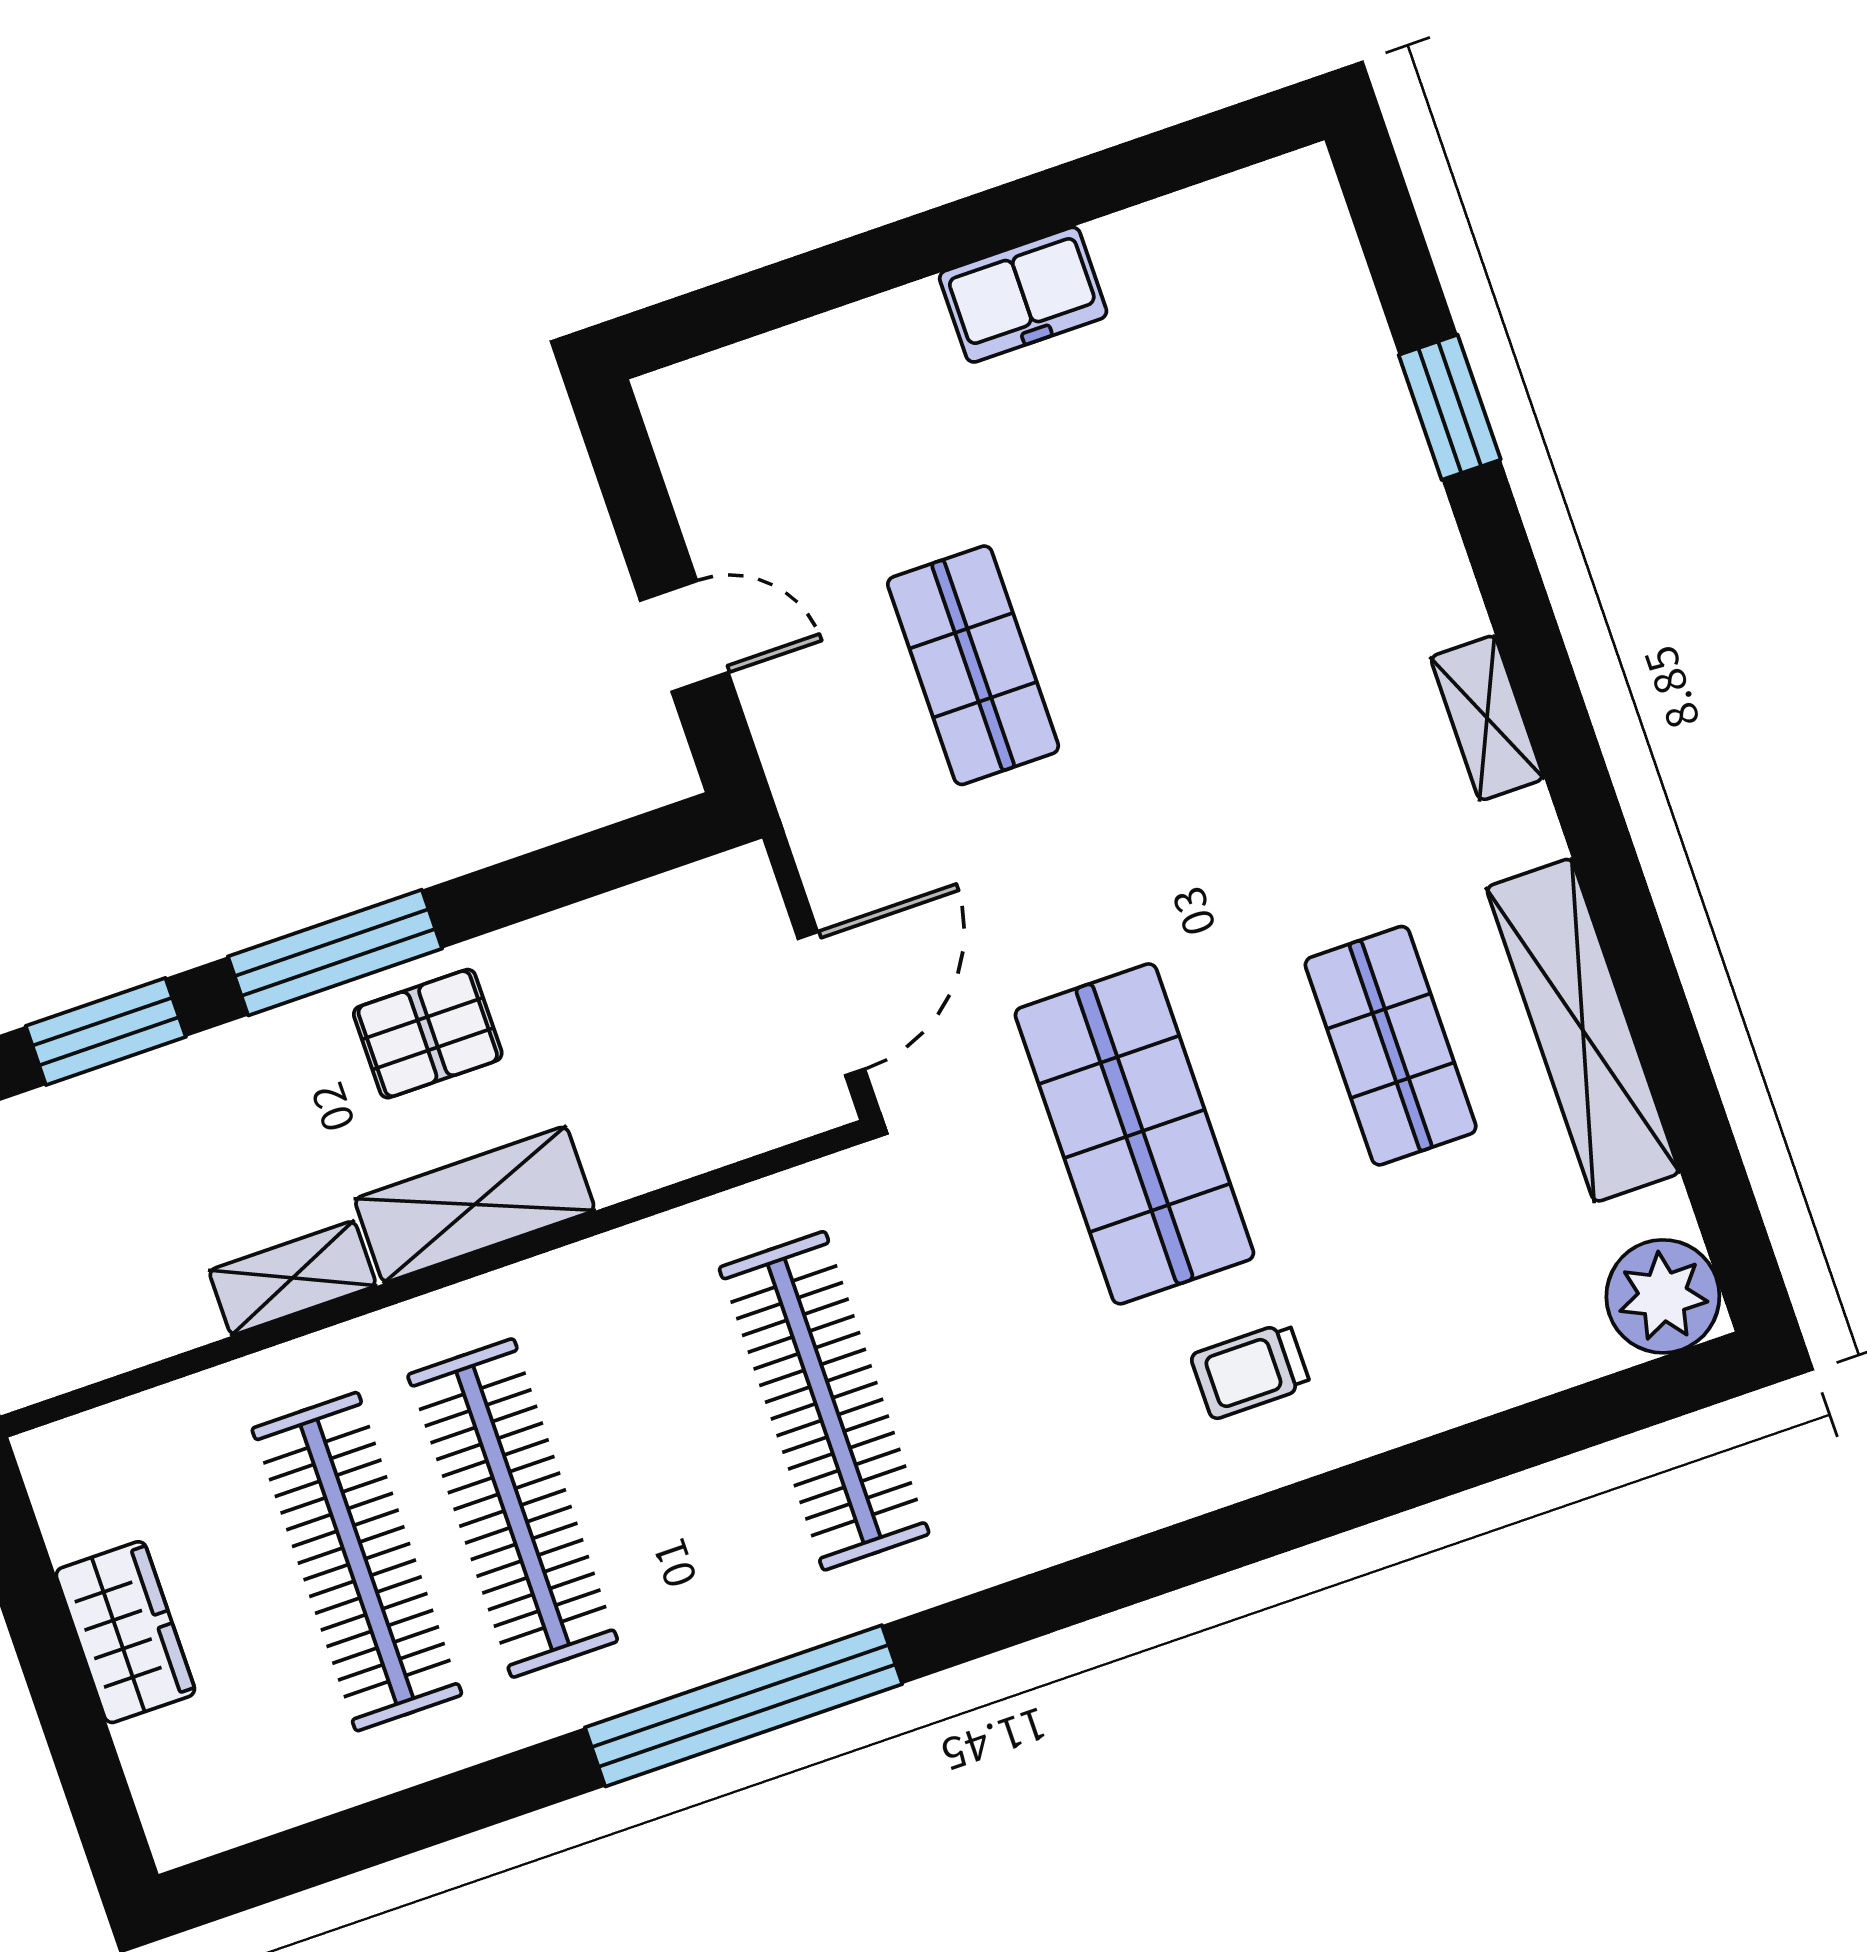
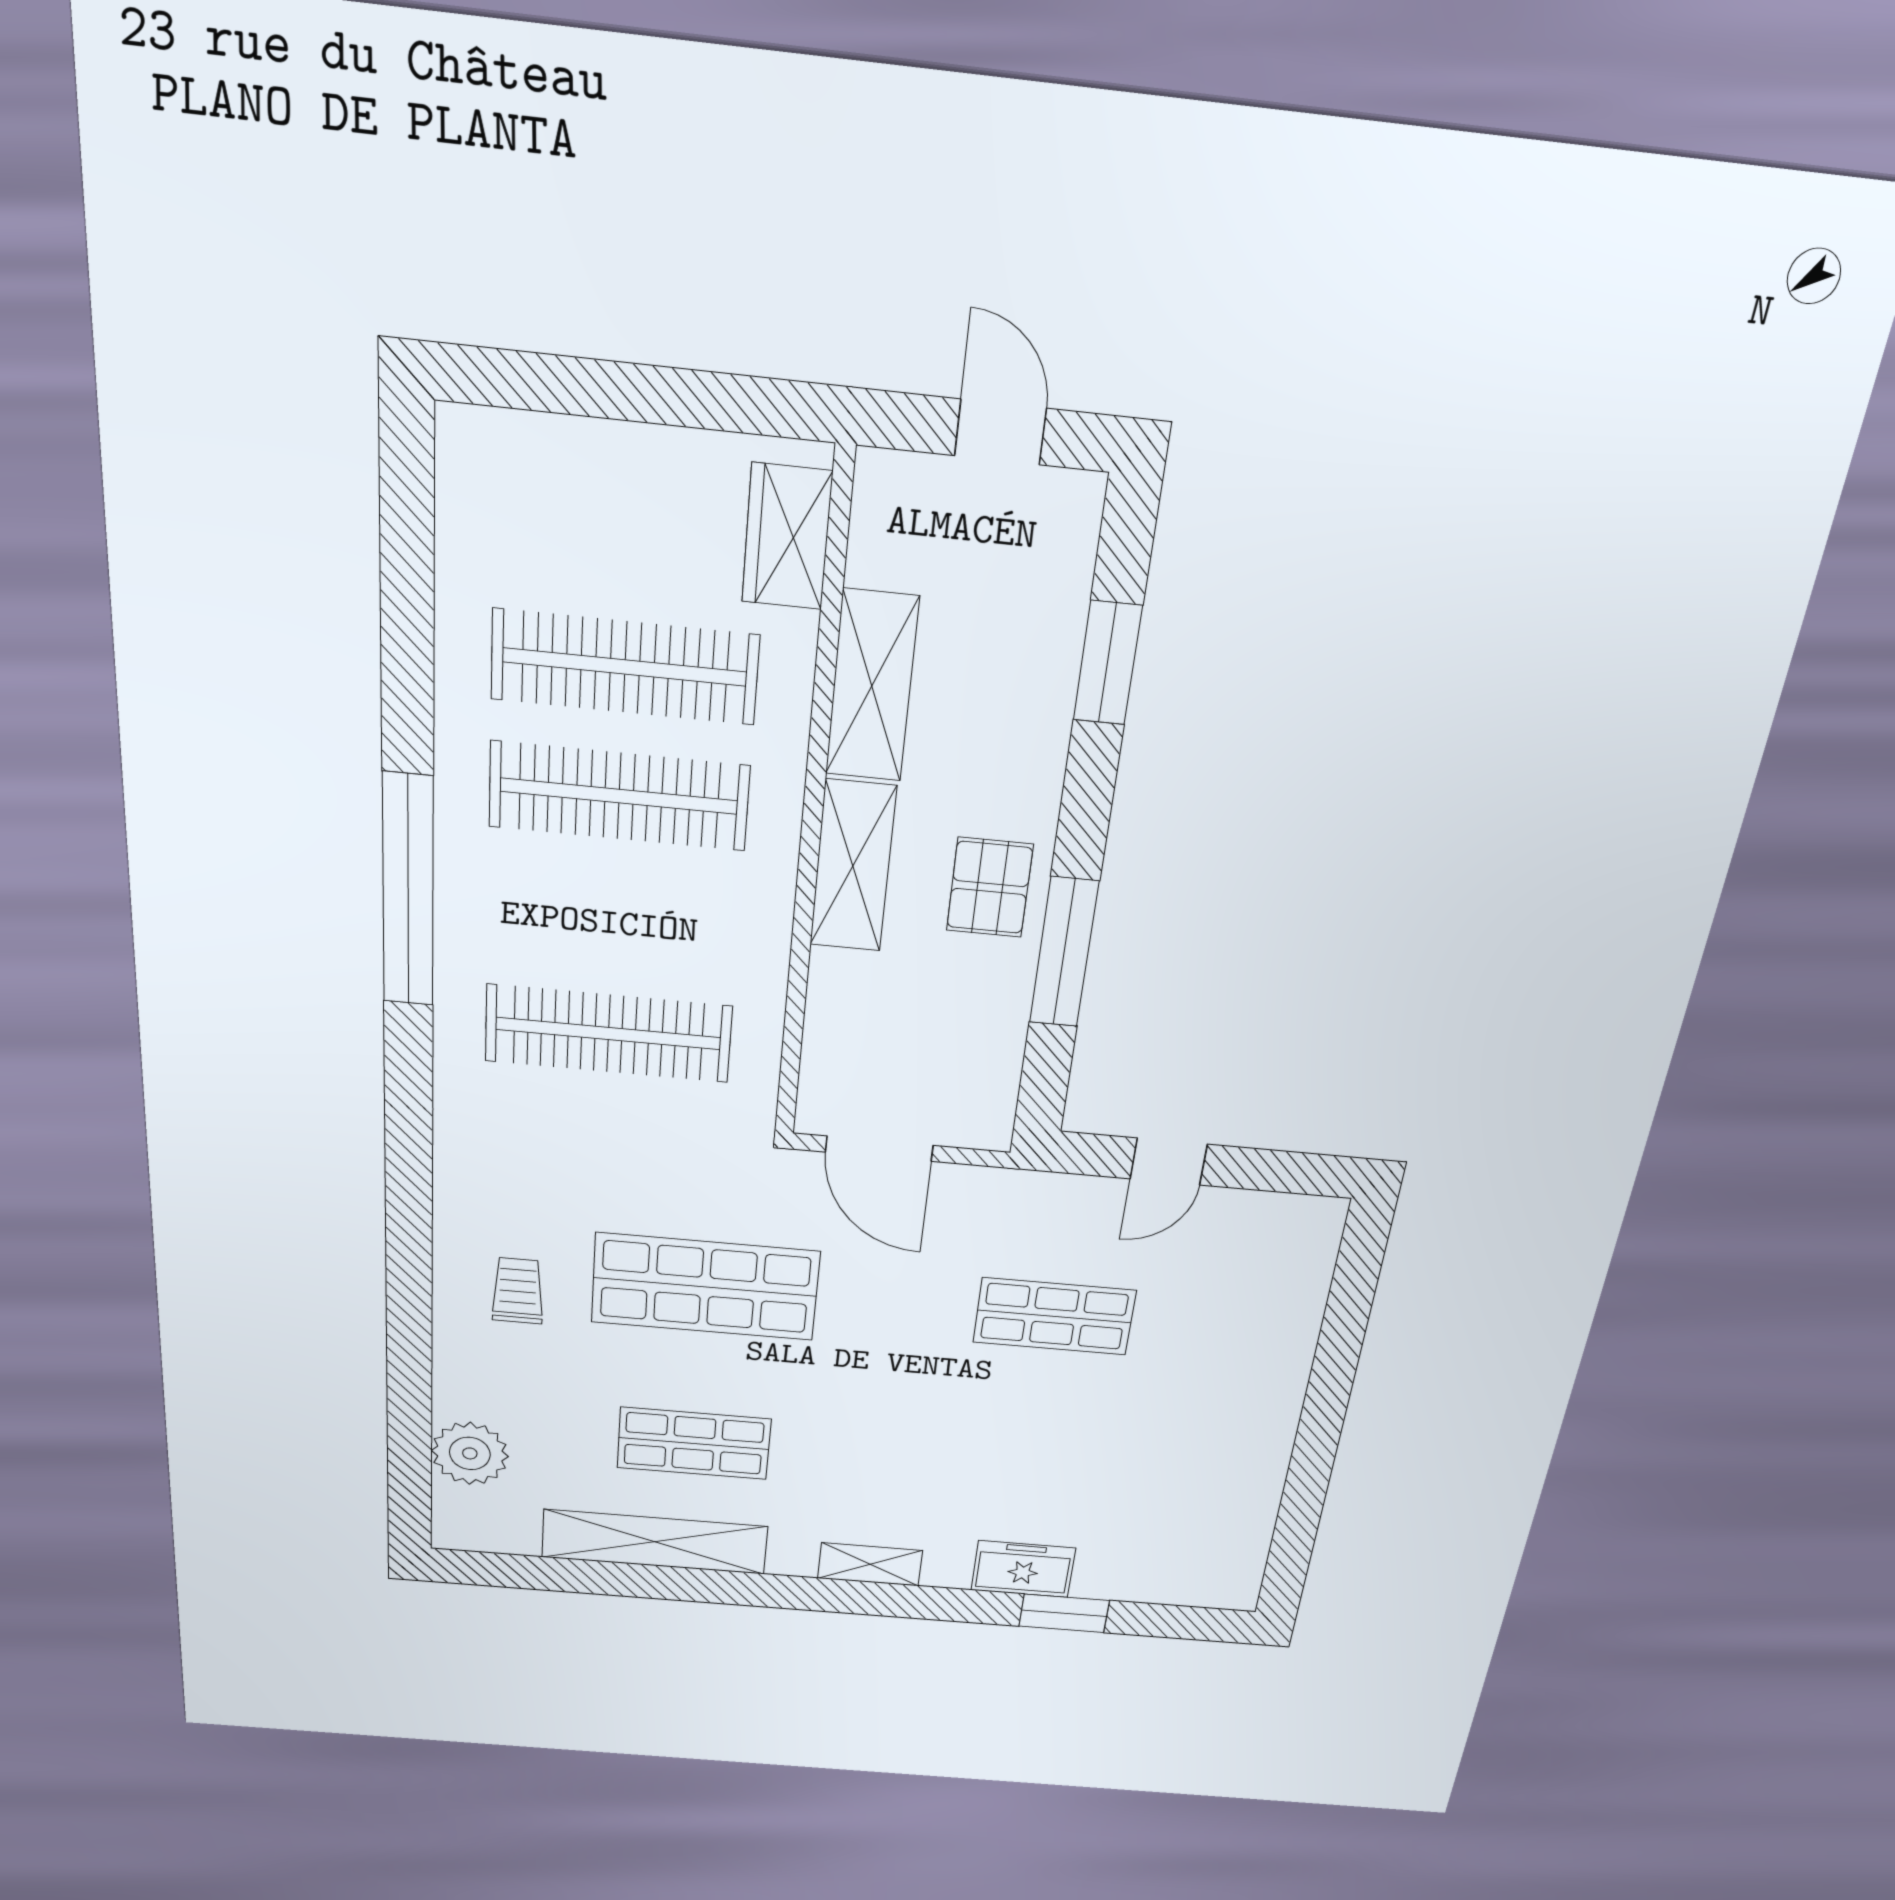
freezer: (1023, 295) -> (1023, 1569), moved, turned 90
window: (335, 953) -> (1064, 952), moved
shelving: (293, 1278) -> (872, 686), width x1.50, depth x1.33
plant: (1663, 1296) -> (470, 1453), moved
wardrobe: (125, 1632) -> (787, 537), moved, turned 90

